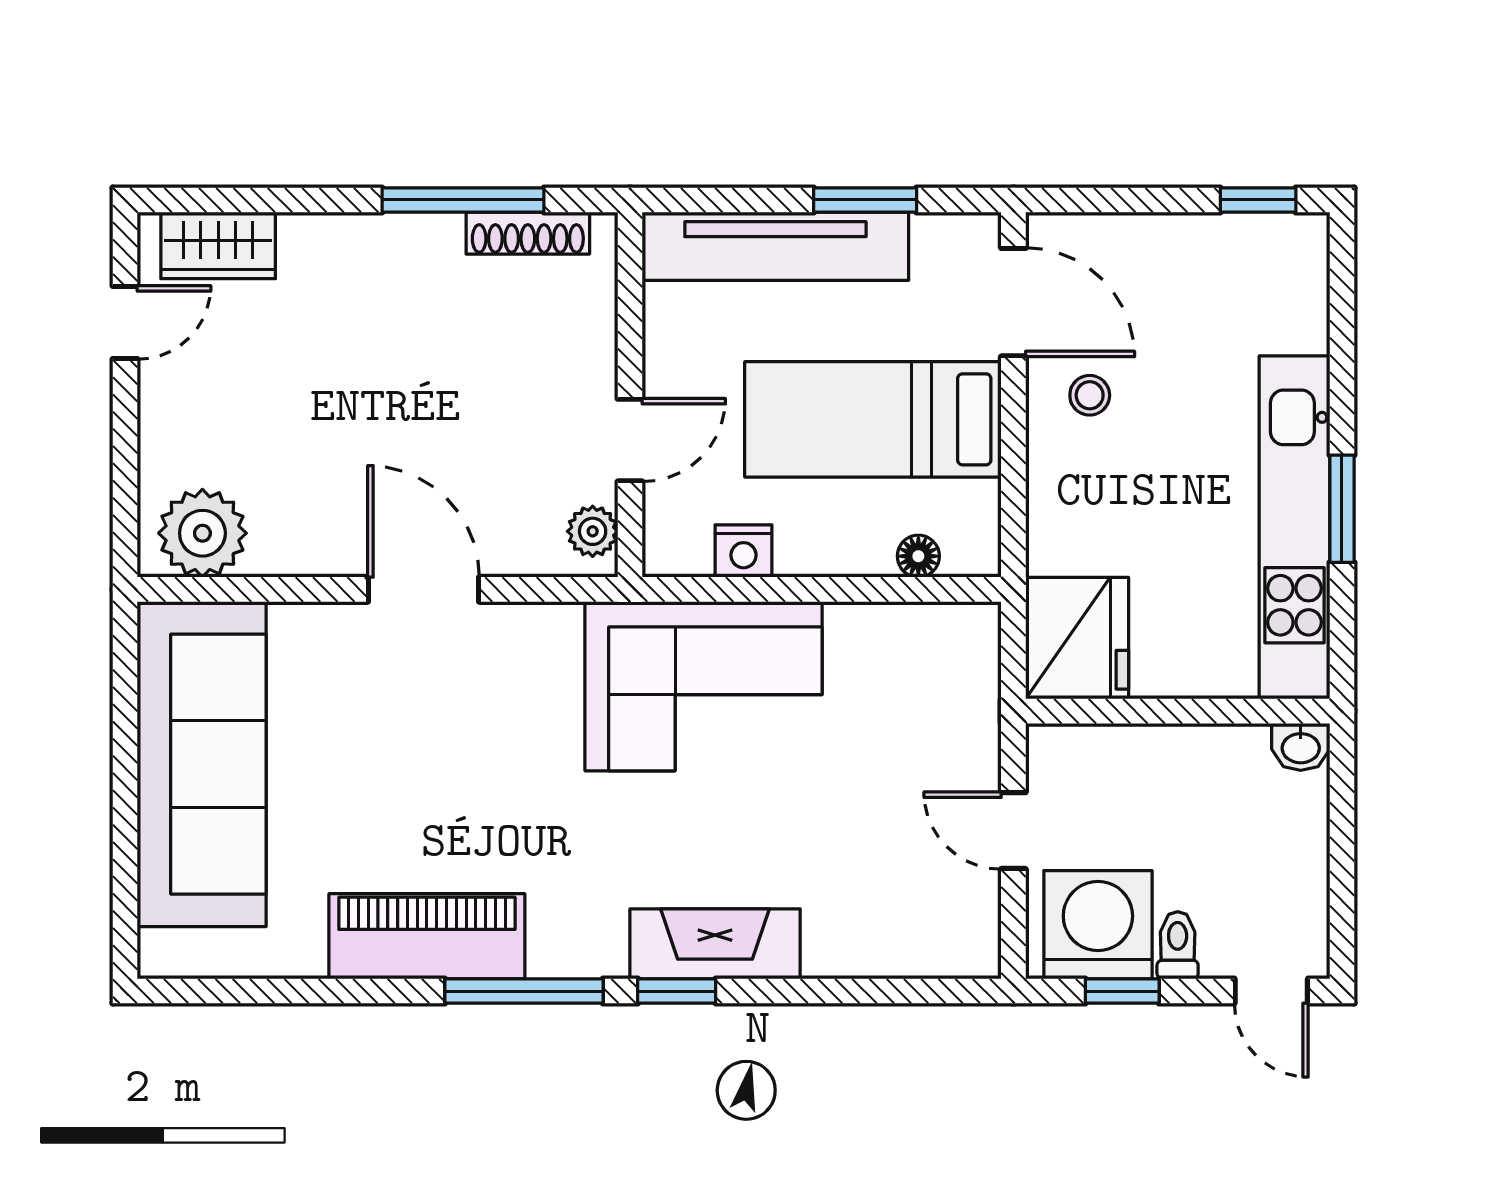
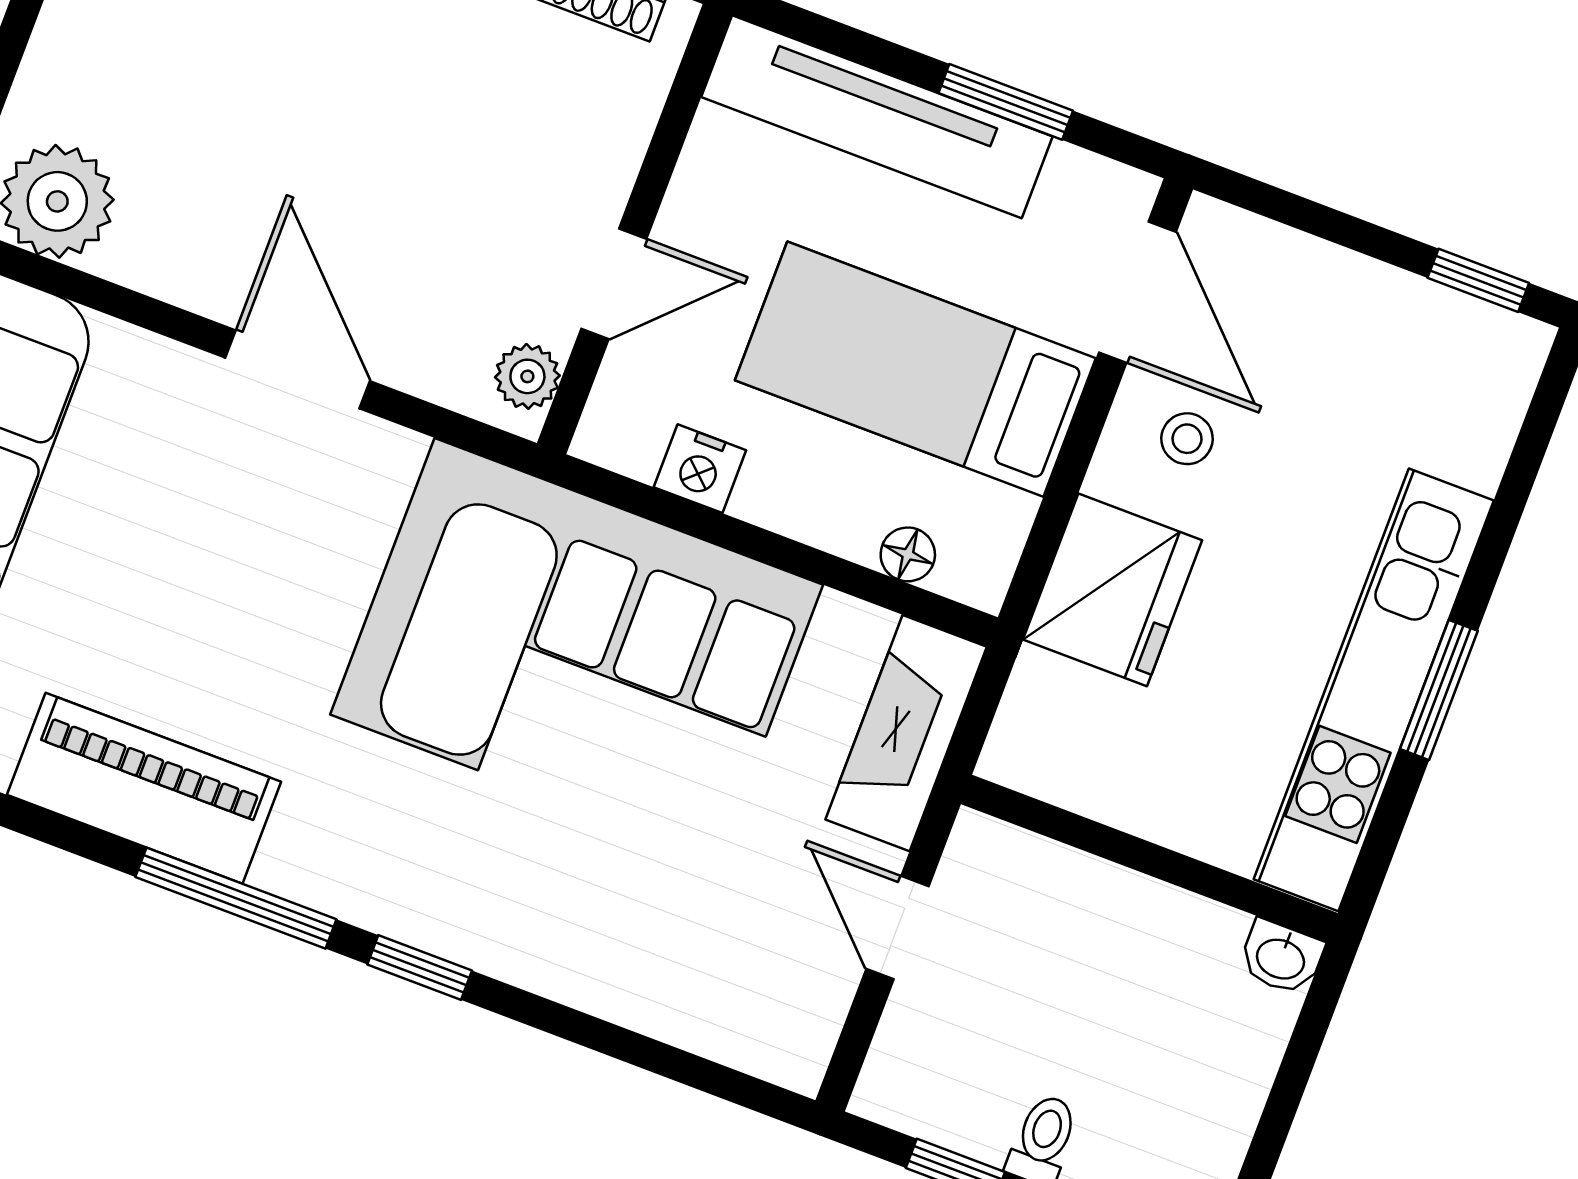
fridge: (1077, 638) -> (1113, 590), moved
corner sofa: (704, 686) -> (577, 650), width x1.36, depth x1.36
washing machine: (1098, 925) -> (956, 1079), removed
fireplace: (715, 944) -> (906, 733), moved, turned -90

